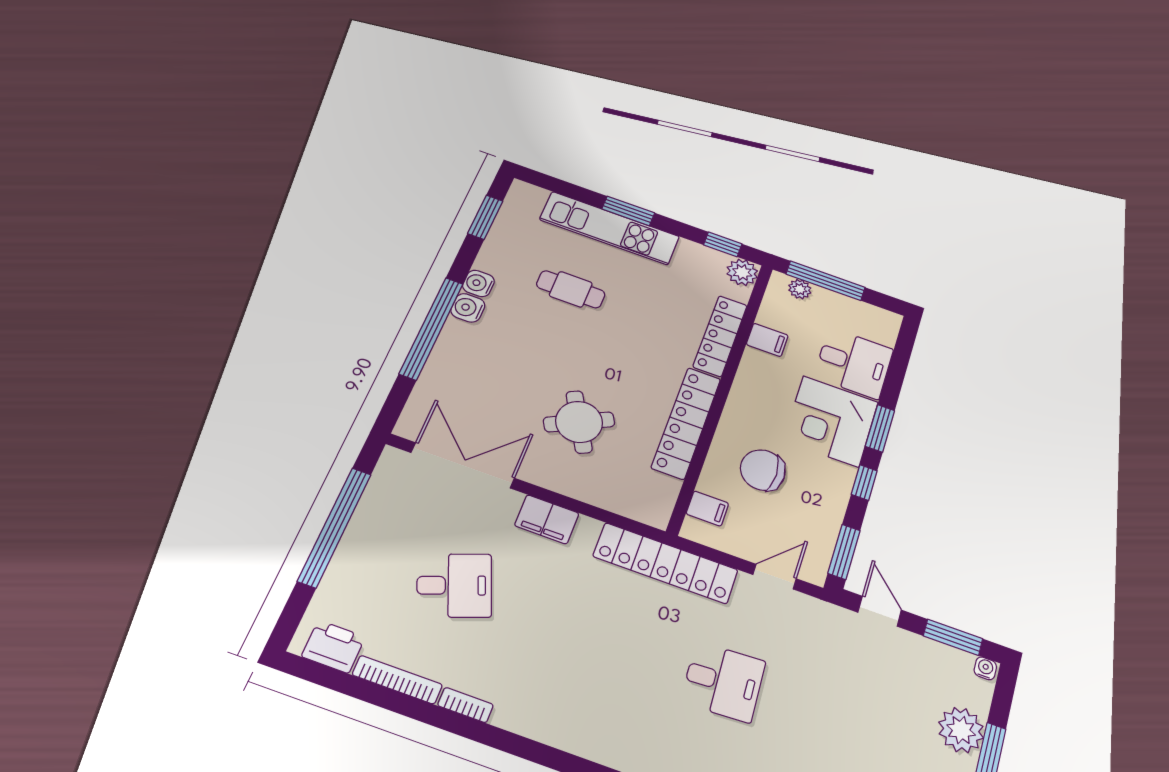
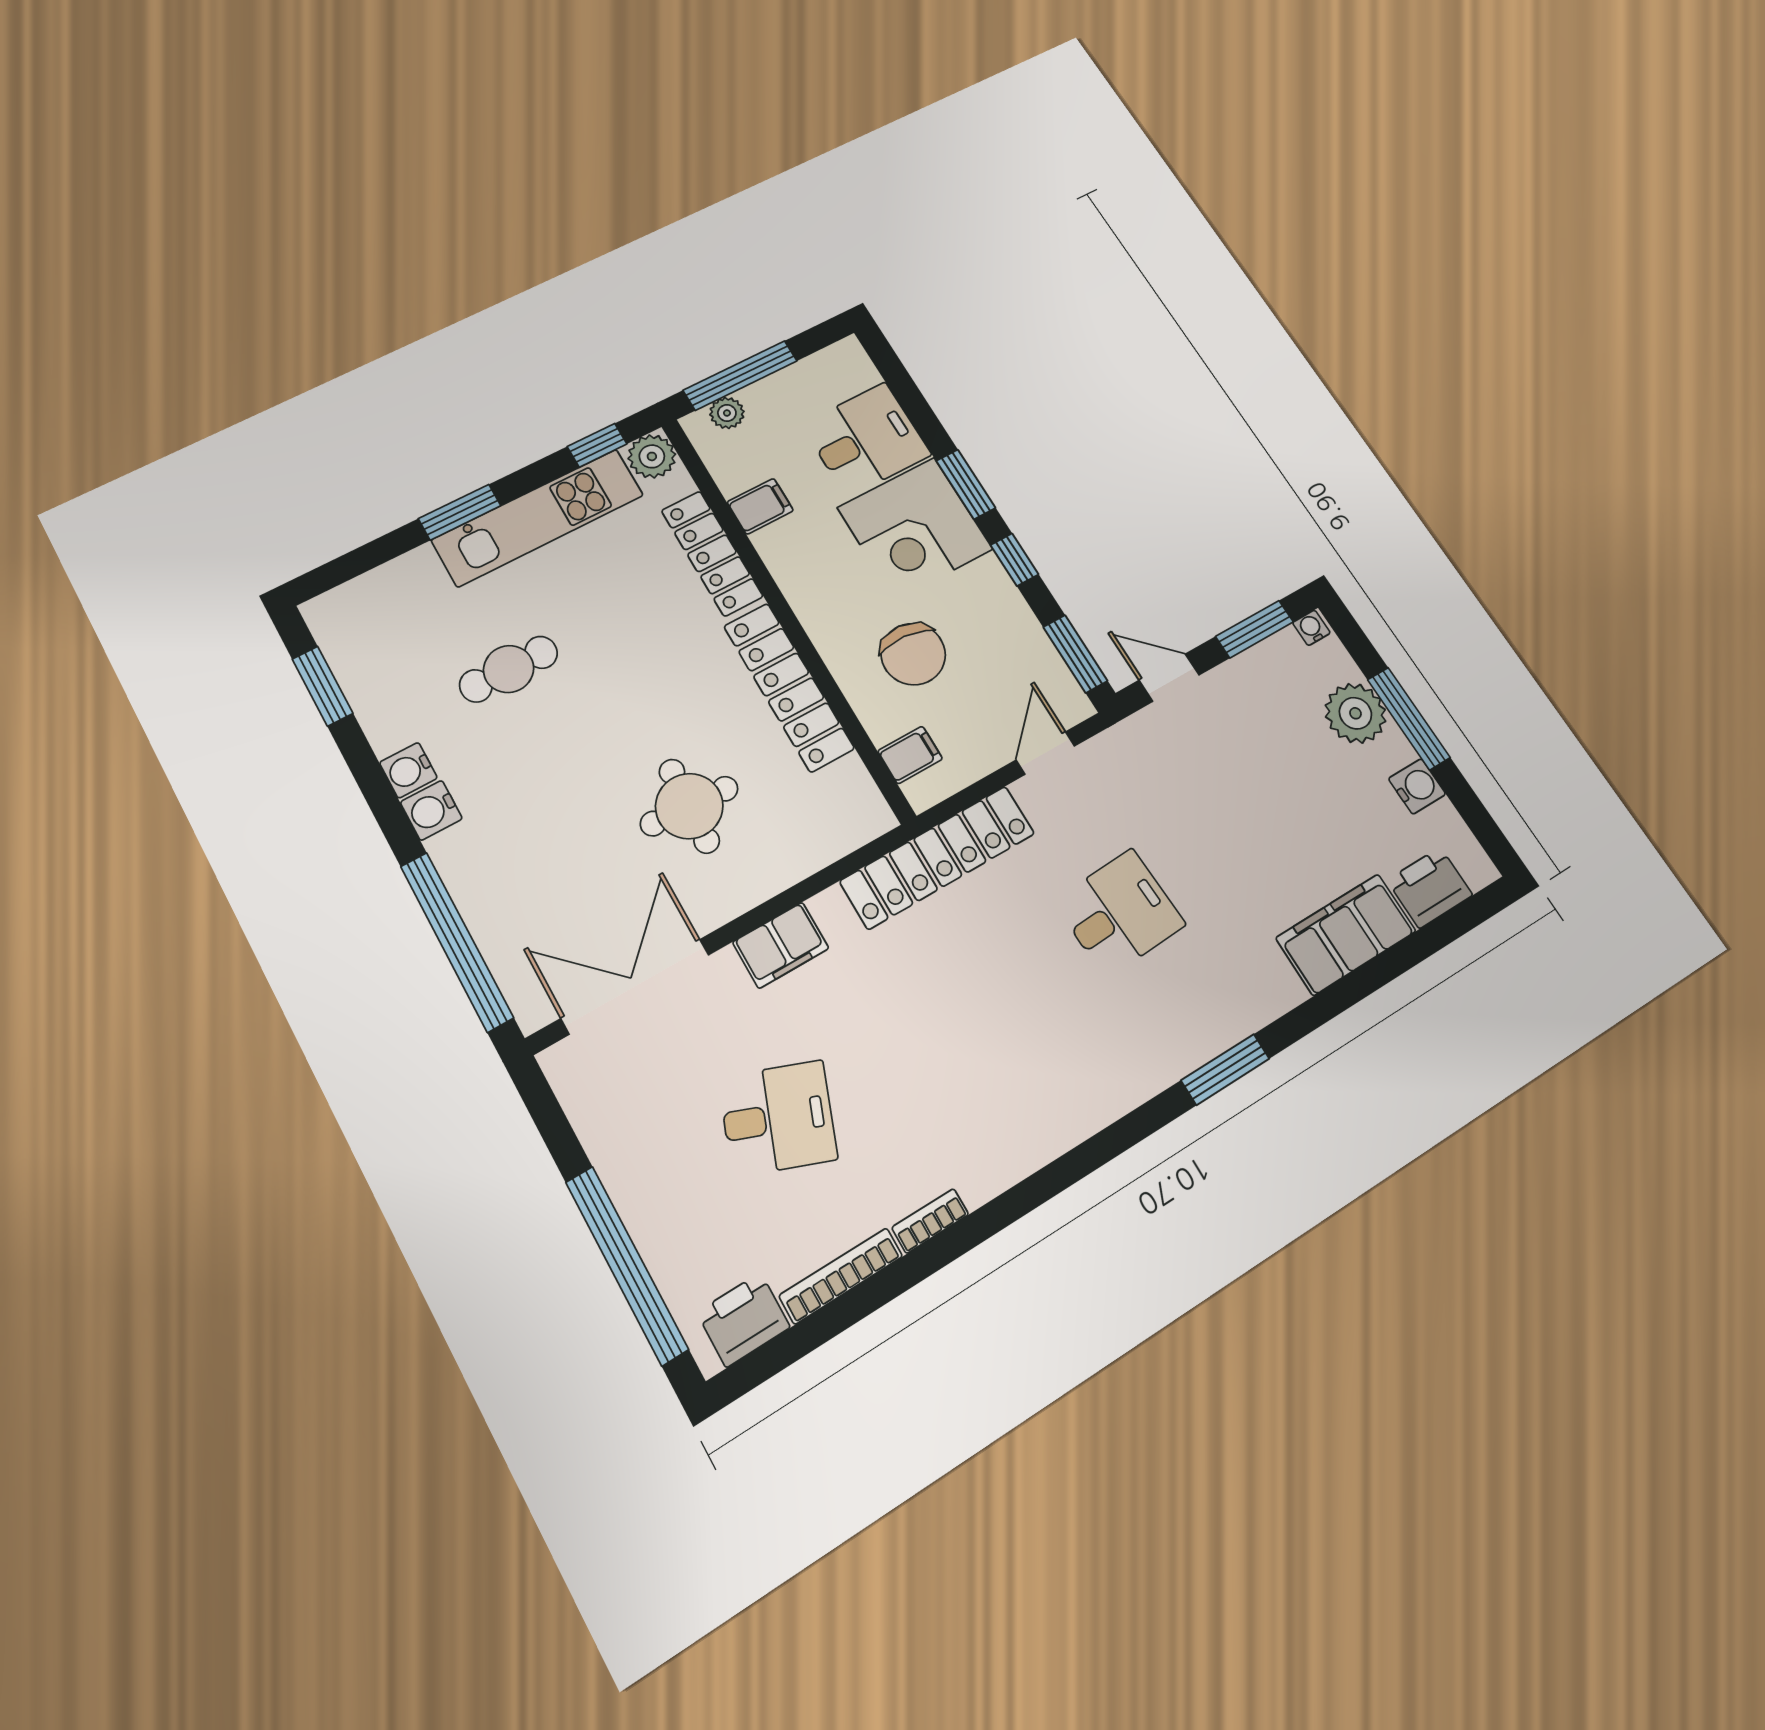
kitchen unit: (610, 228) -> (538, 517), moved
window: (431, 328) -> (457, 942), moved
round table: (579, 422) -> (689, 806), turned 31
chair: (763, 470) -> (913, 654), turned -86
window: (335, 527) -> (627, 1265), moved
desk: (454, 585) -> (778, 1118), turned 42

